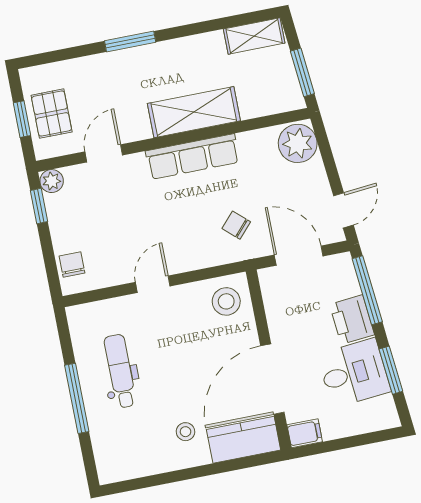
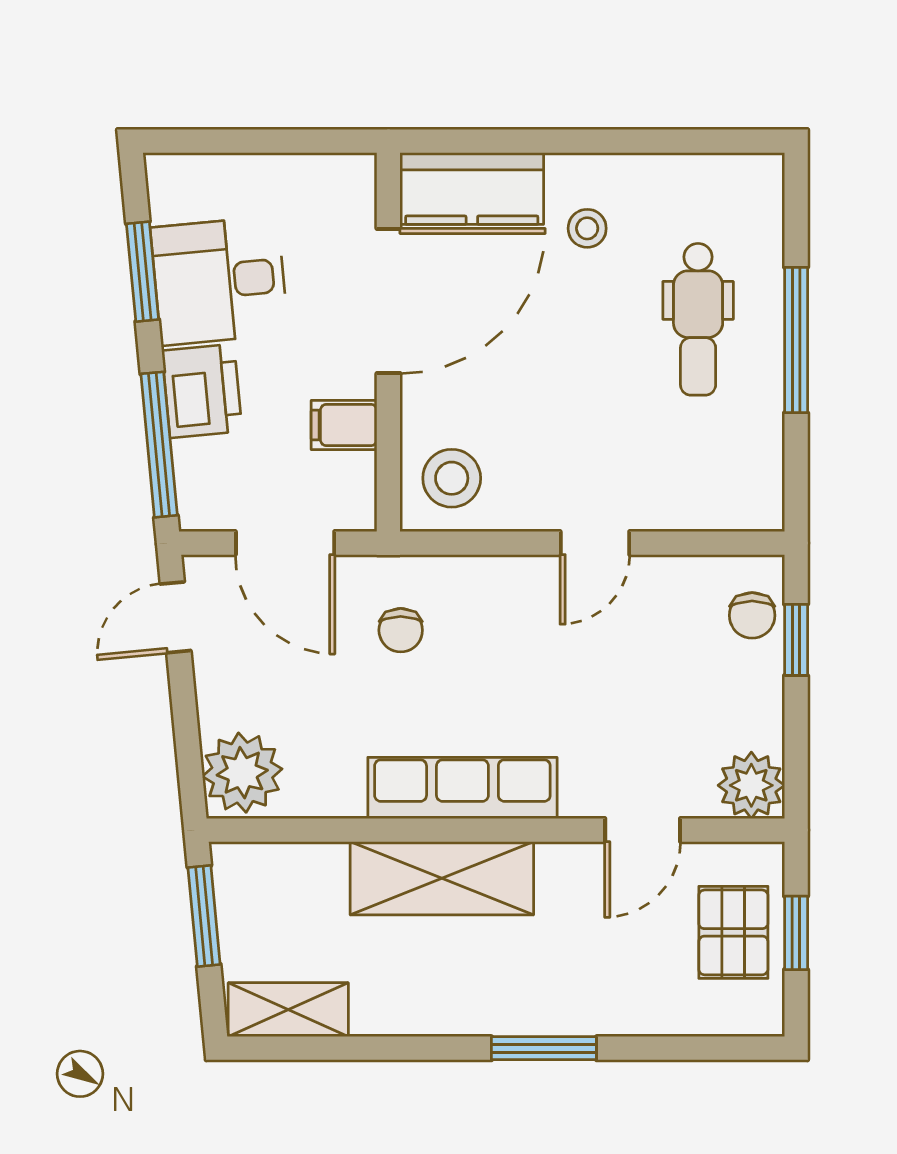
plant: (52, 181) -> (751, 785), width x1.38, depth x1.38
window: (39, 206) -> (796, 640), moved
chair: (236, 225) -> (401, 630), turned 48
dental chair: (120, 371) -> (698, 319), moved
filing cabinet: (305, 433) -> (344, 425), moved

